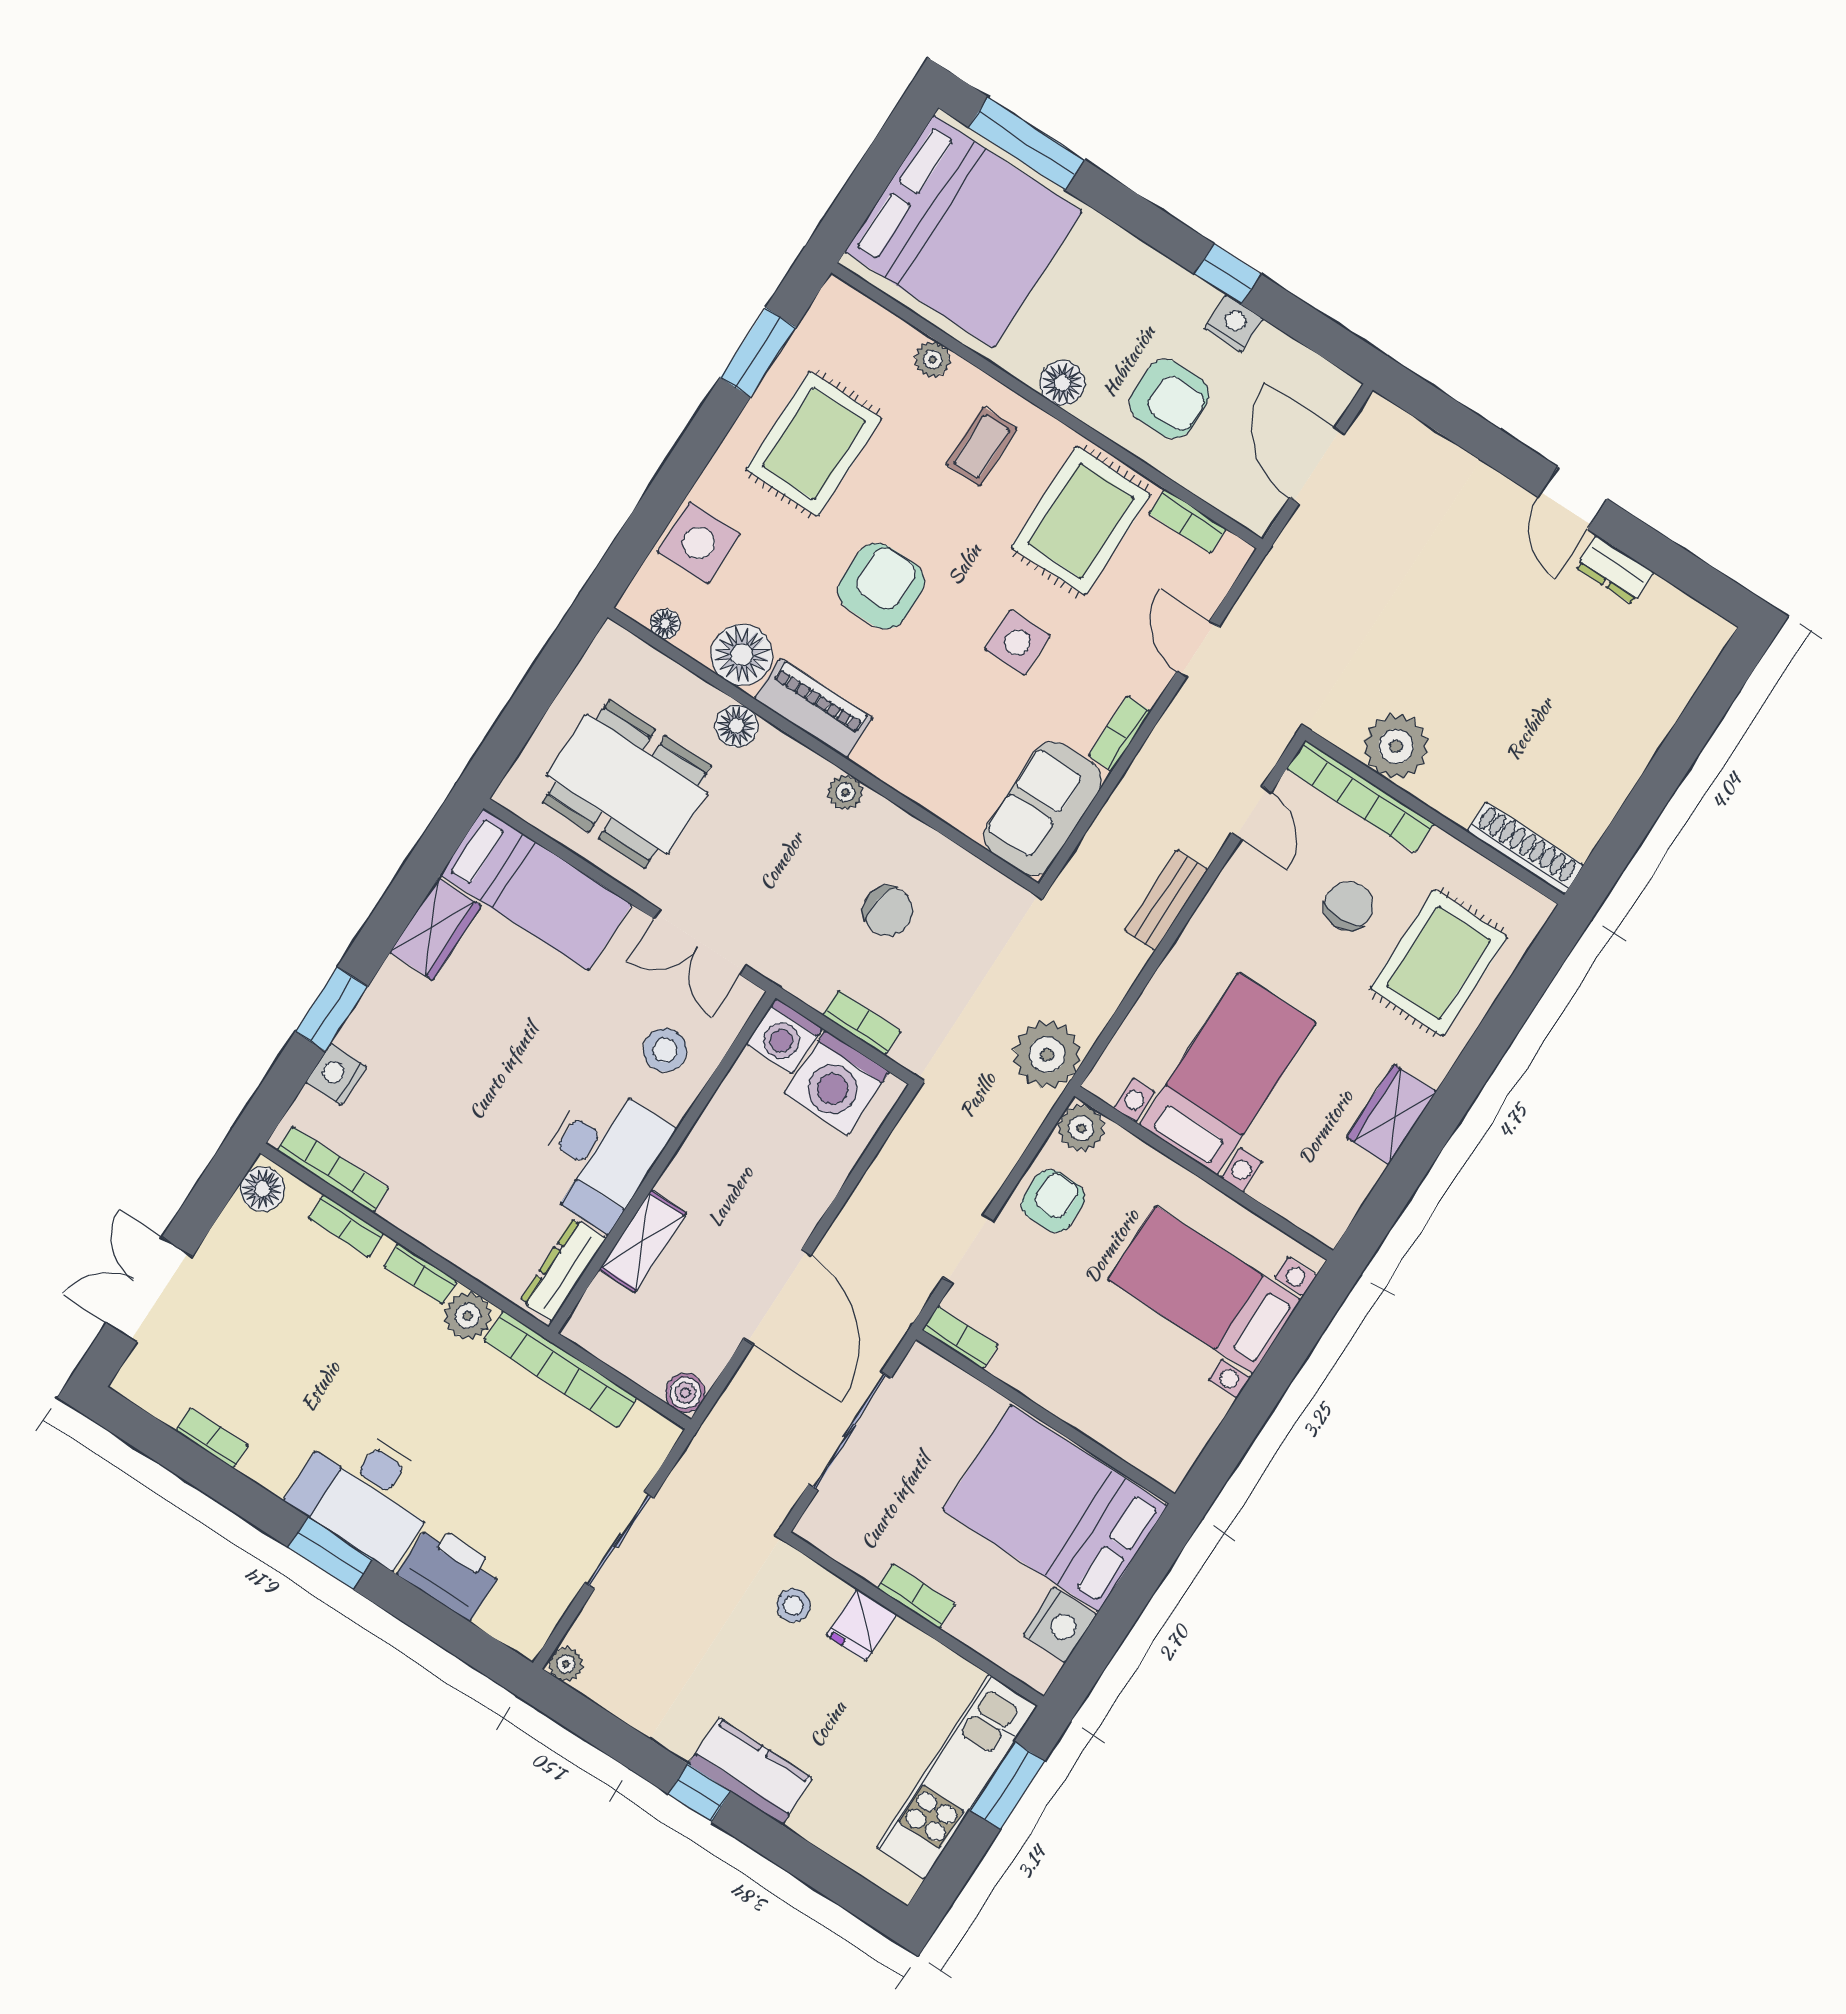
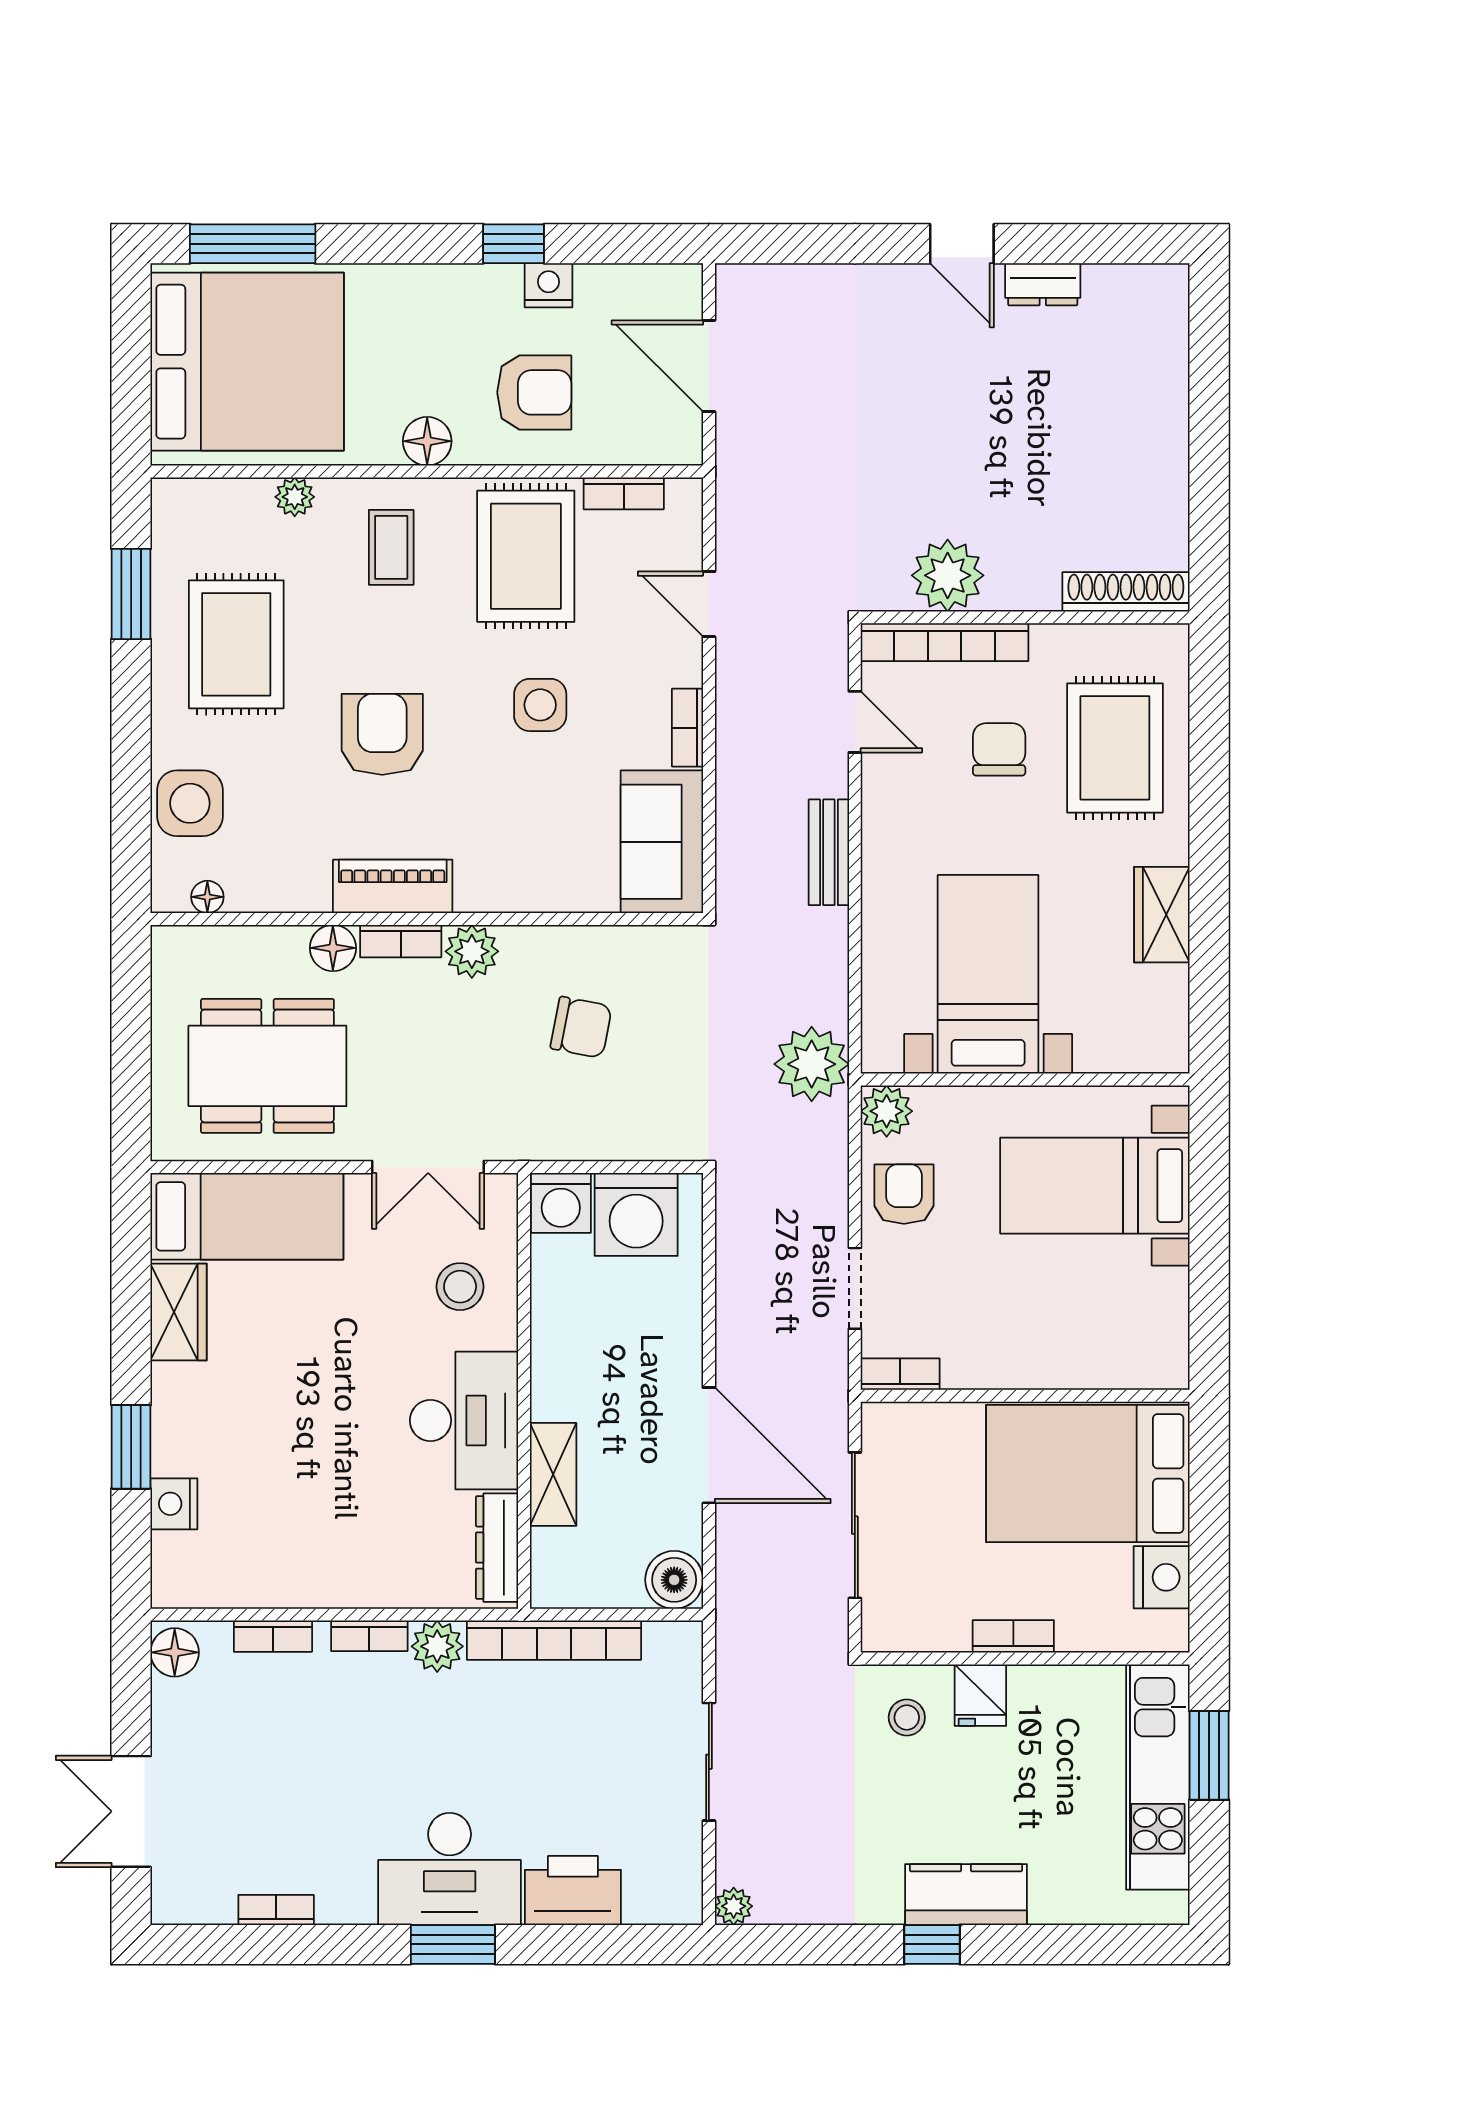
floor lamp: (742, 655) -> (296, 880), removed
plant: (845, 792) -> (472, 951), width x1.38, depth x1.38
bookcase: (862, 1023) -> (401, 941), moved, turned 180
bookcase: (333, 1169) -> (227, 1593), removed
boiler: (685, 1393) -> (674, 1580), width x1.36, depth x1.36

